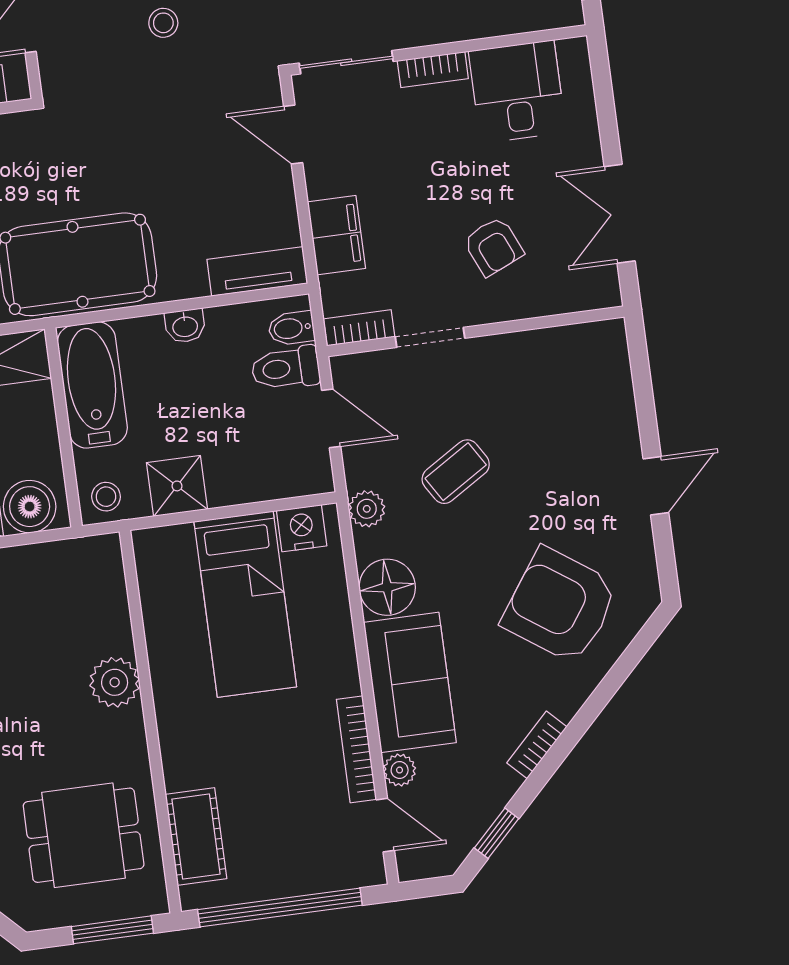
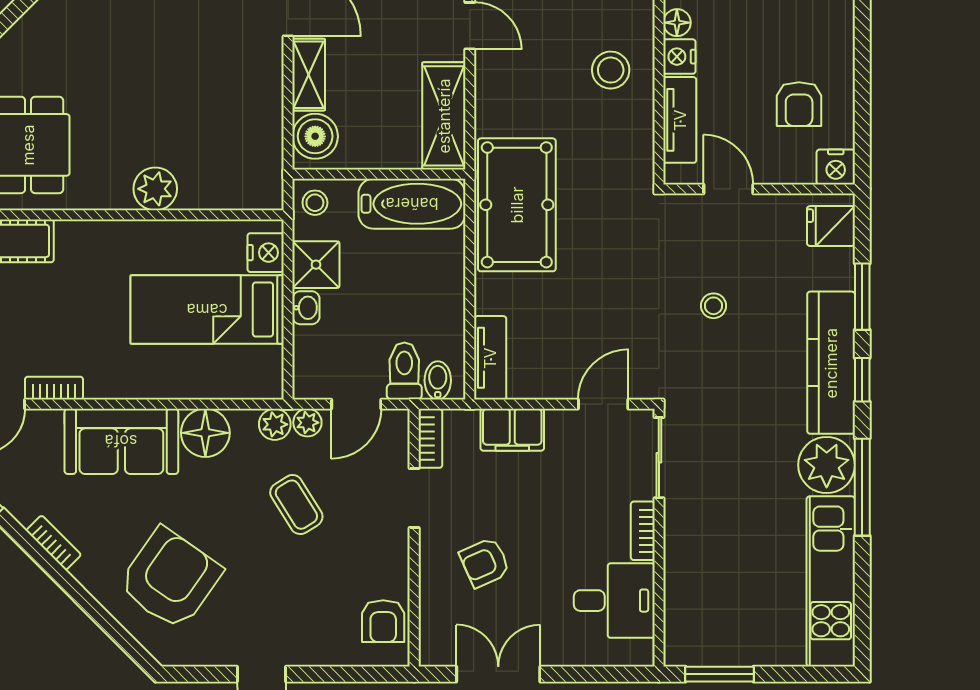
washbasin: (185, 326) -> (306, 308), moved, turned 180
armchair: (576, 354) -> (383, 621), added
nightstand: (302, 528) -> (266, 253), moved
bookcase: (357, 749) -> (54, 388), width x0.64
plant: (400, 770) -> (307, 423), moved

